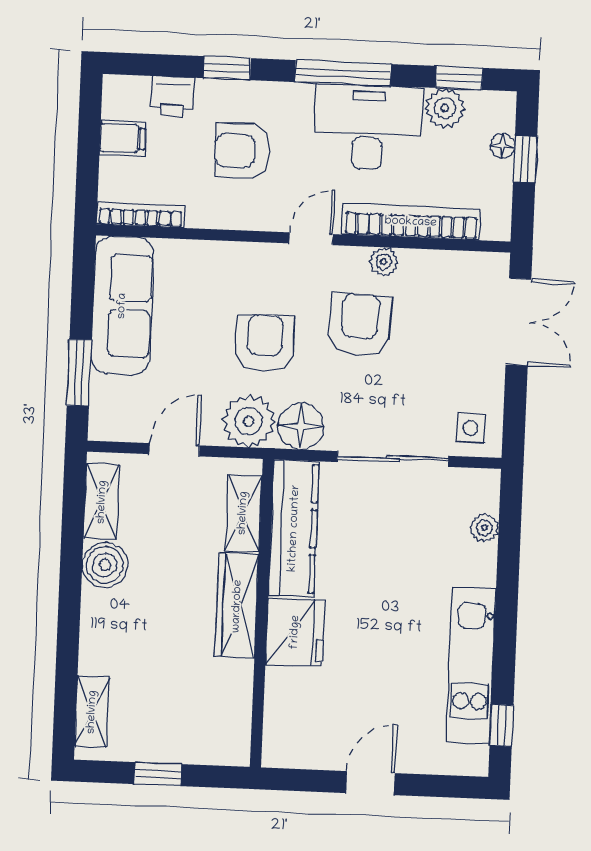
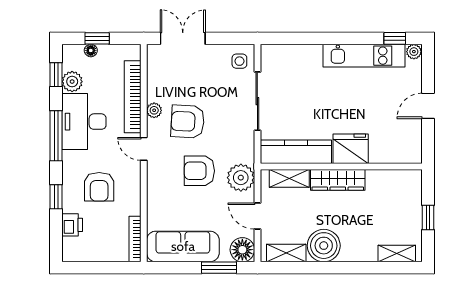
filing cabinet: (122, 138) -> (95, 250), removed
floor lamp: (301, 426) -> (242, 250), moved
plant: (484, 528) -> (414, 52), moved
boiler: (105, 565) -> (324, 246), width x1.37, depth x1.37
door: (370, 783) -> (428, 106), hinge flipped

